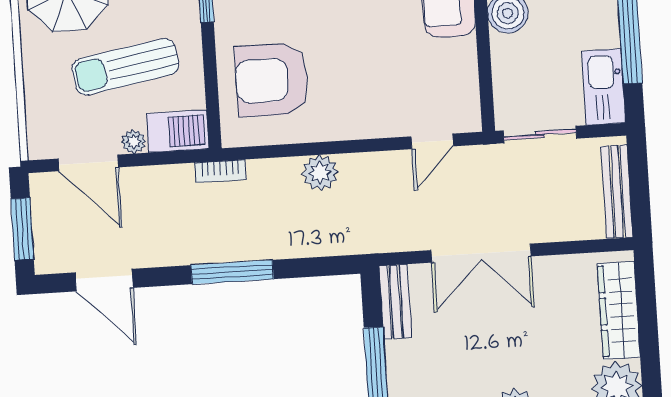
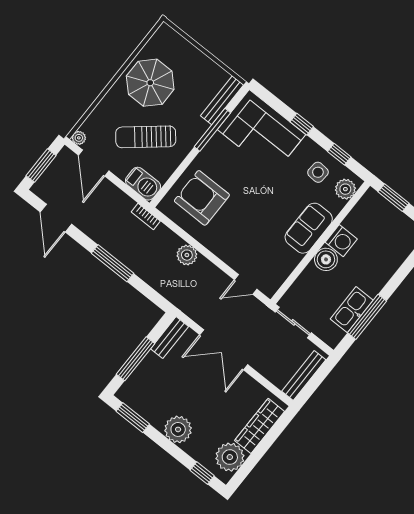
sun lounger: (125, 67) -> (146, 137), turned -30
kitchen sink: (604, 87) -> (352, 310), moved
plant: (134, 142) -> (79, 138), moved

